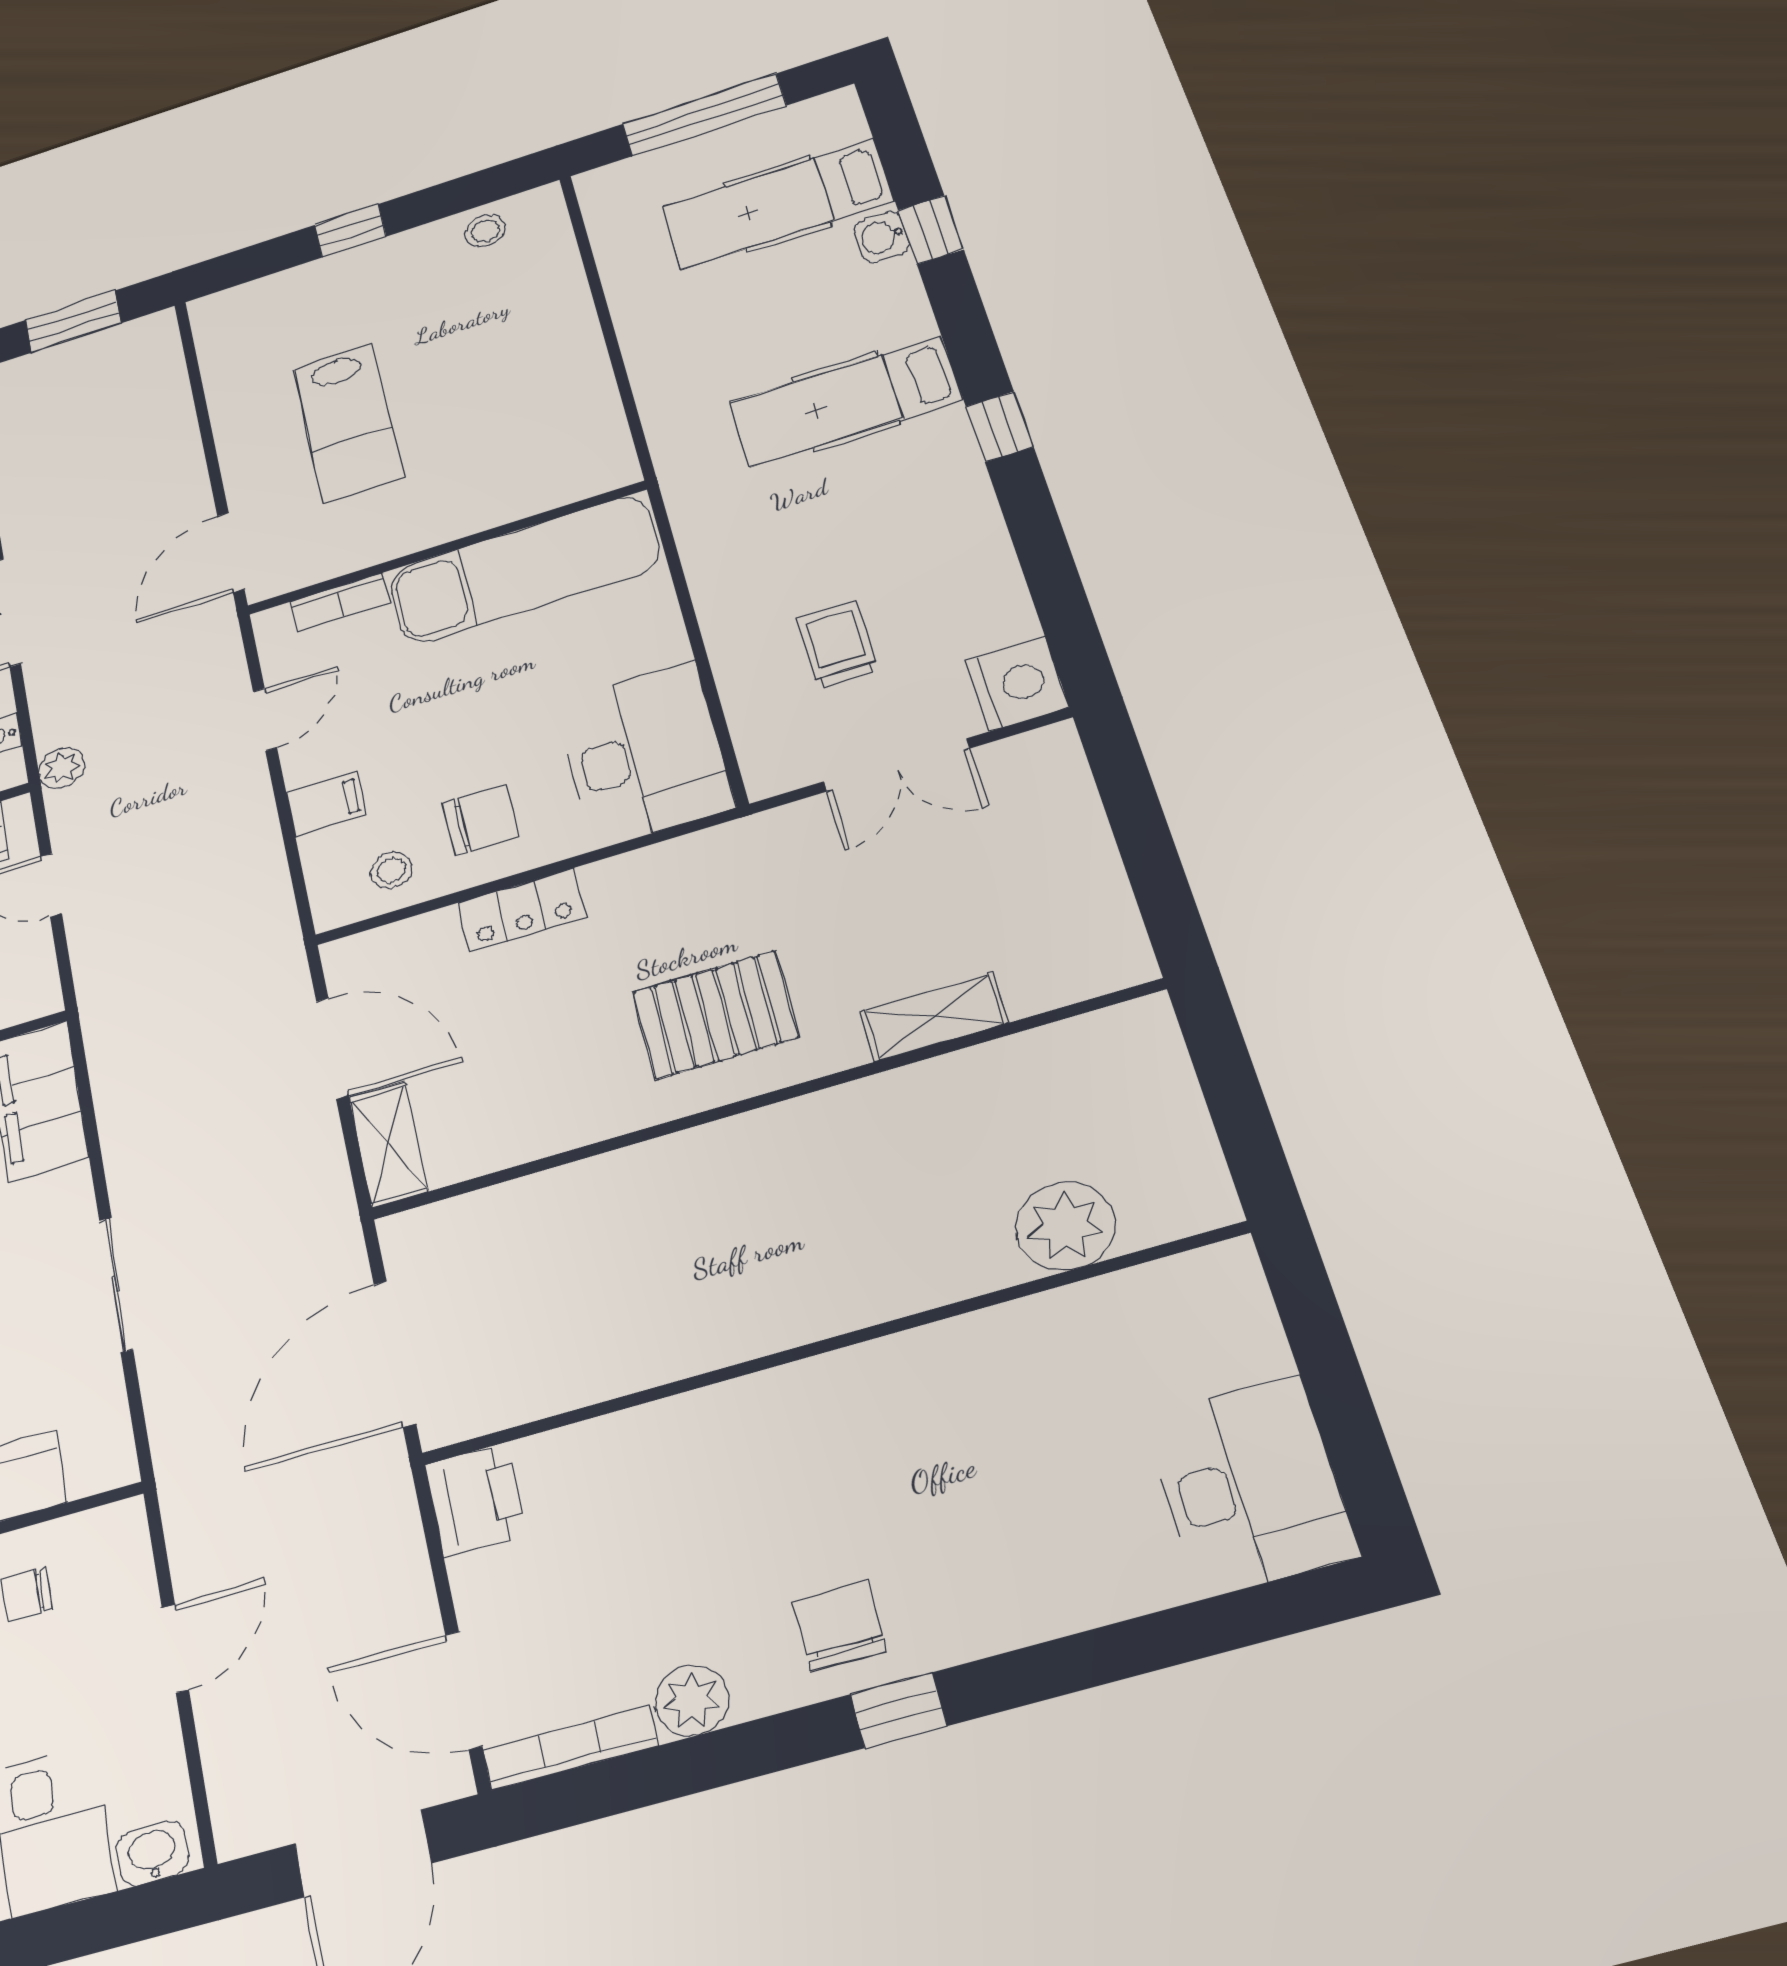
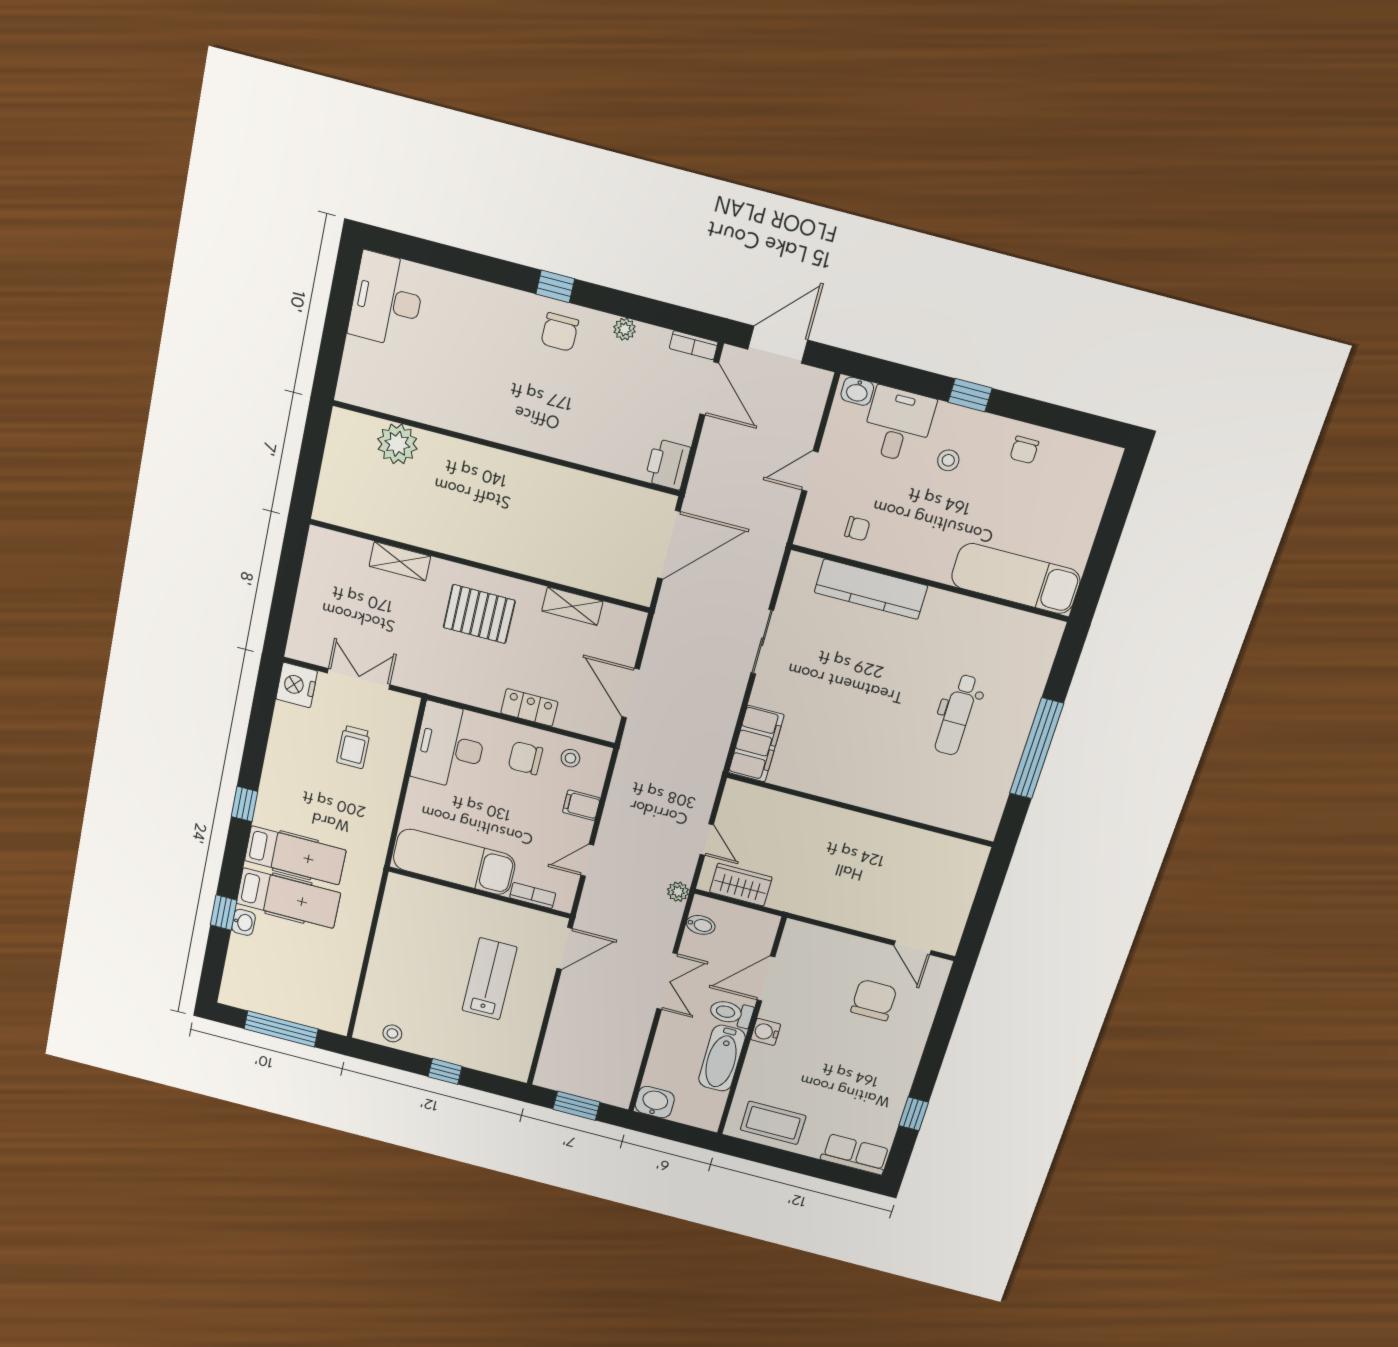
hospital bed: (777, 204) -> (288, 898), moved
shelving: (388, 1144) -> (572, 606), moved, turned 90
plant: (692, 1701) -> (625, 329), width x0.73, depth x0.73
bookcase: (570, 1748) -> (694, 345), width x0.64

